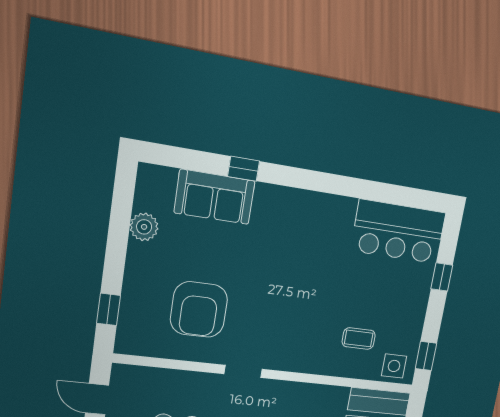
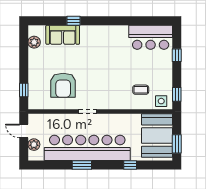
plant: (144, 227) -> (34, 42), moved

